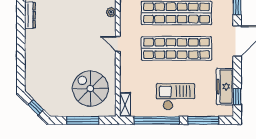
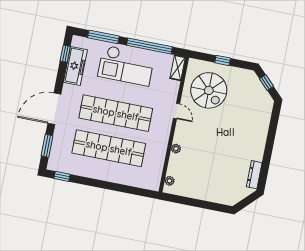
plant: (111, 12) -> (176, 149), moved
door: (118, 44) -> (177, 111), moved
checkout: (176, 97) -> (126, 66), width x1.36, depth x1.21
window: (83, 120) -> (223, 60), width x0.46

